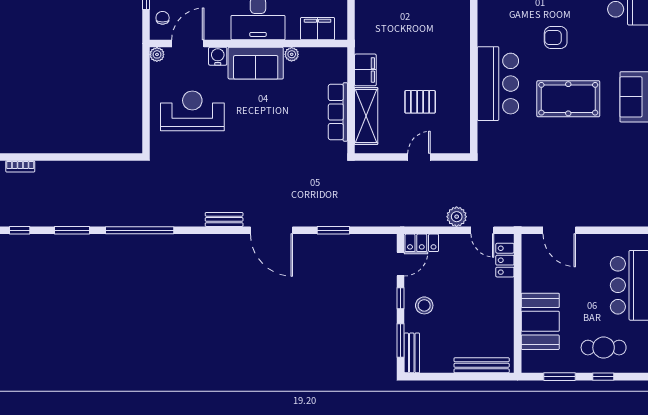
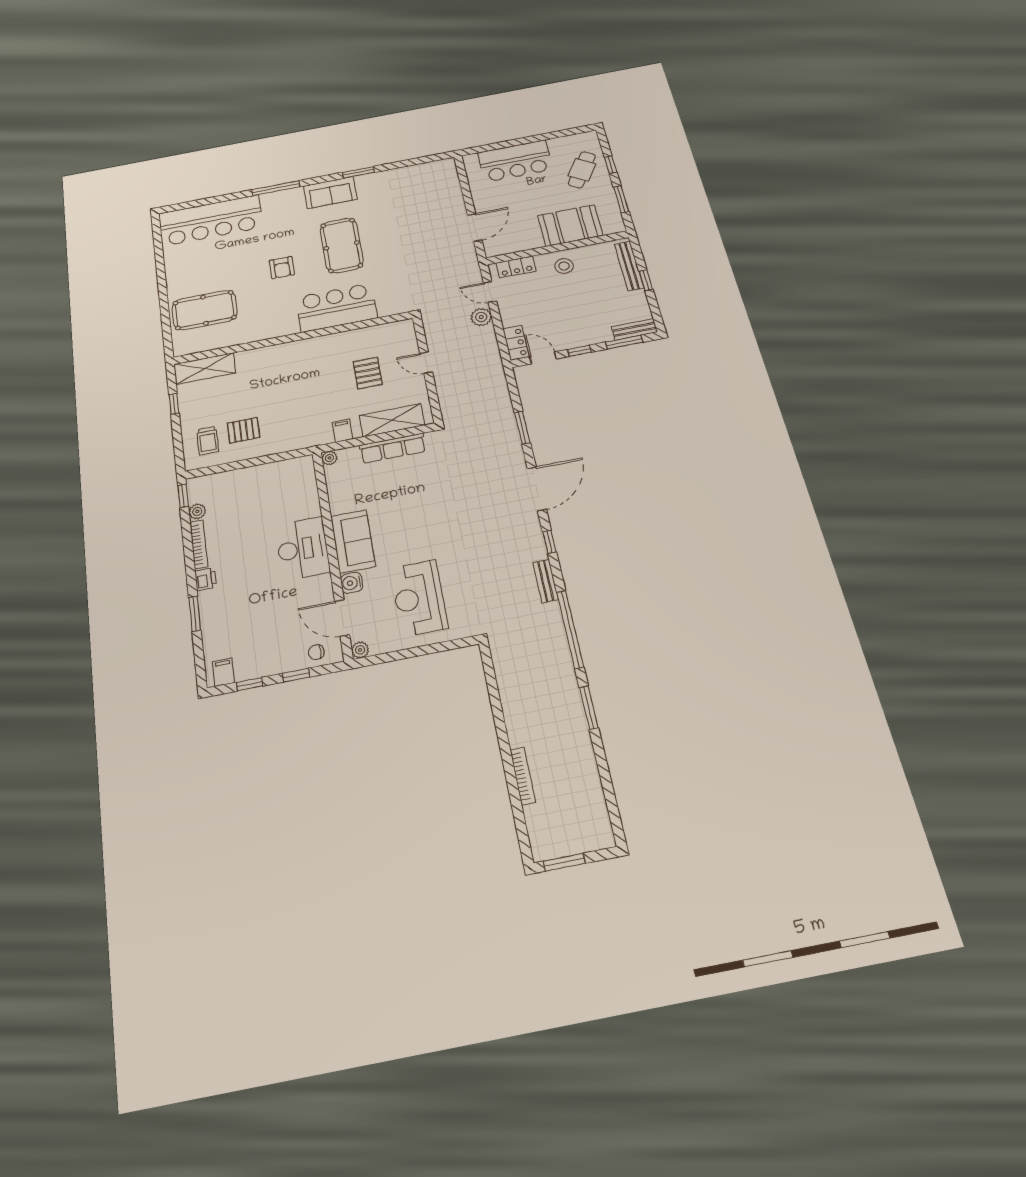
filing cabinet: (318, 29) -> (305, 486), removed
plant: (292, 54) -> (329, 458), moved
filing cabinet: (365, 70) -> (342, 431), width x0.50
bookcase: (20, 166) -> (523, 776), width x1.56
bench: (224, 219) -> (546, 581), moved
window: (20, 230) -> (549, 542), moved
door: (482, 230) -> (490, 292), swing flipped
stool: (424, 305) -> (564, 266), moved
cafe table: (604, 348) -> (582, 170), turned 32
window: (462, 377) -> (646, 280), added

